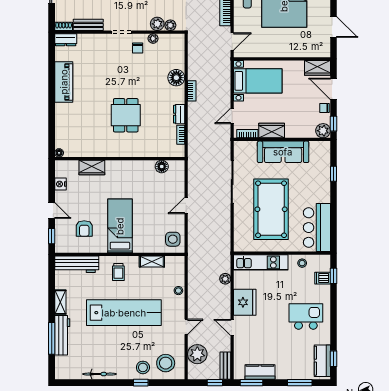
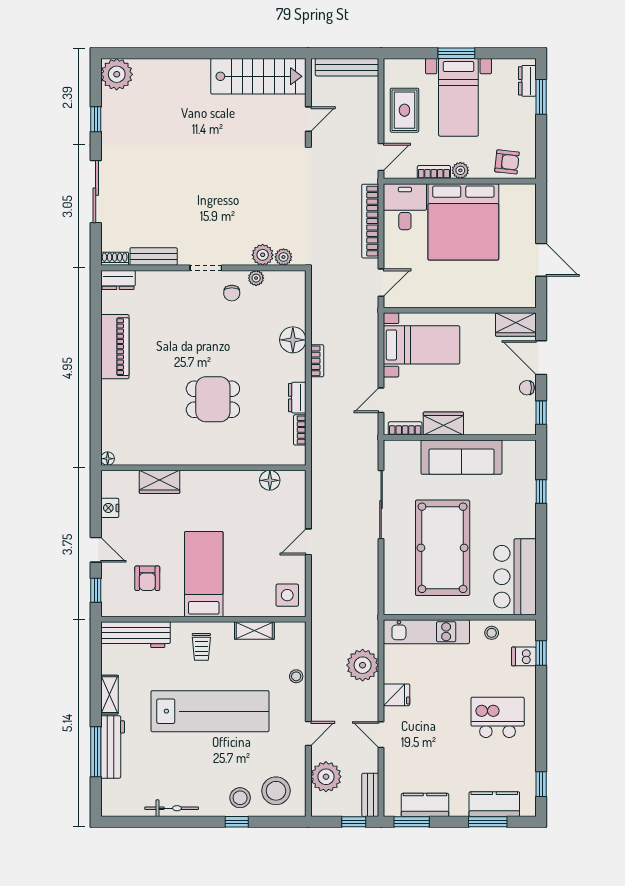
dining table: (126, 115) -> (213, 399), turned 90
plant: (323, 131) -> (525, 424), removed
plant: (225, 279) -> (363, 665), width x1.88, depth x1.88
fridge: (245, 302) -> (397, 695), width x0.53, depth x0.75
kitchen counter: (322, 361) -> (494, 804), moved, turned 90

